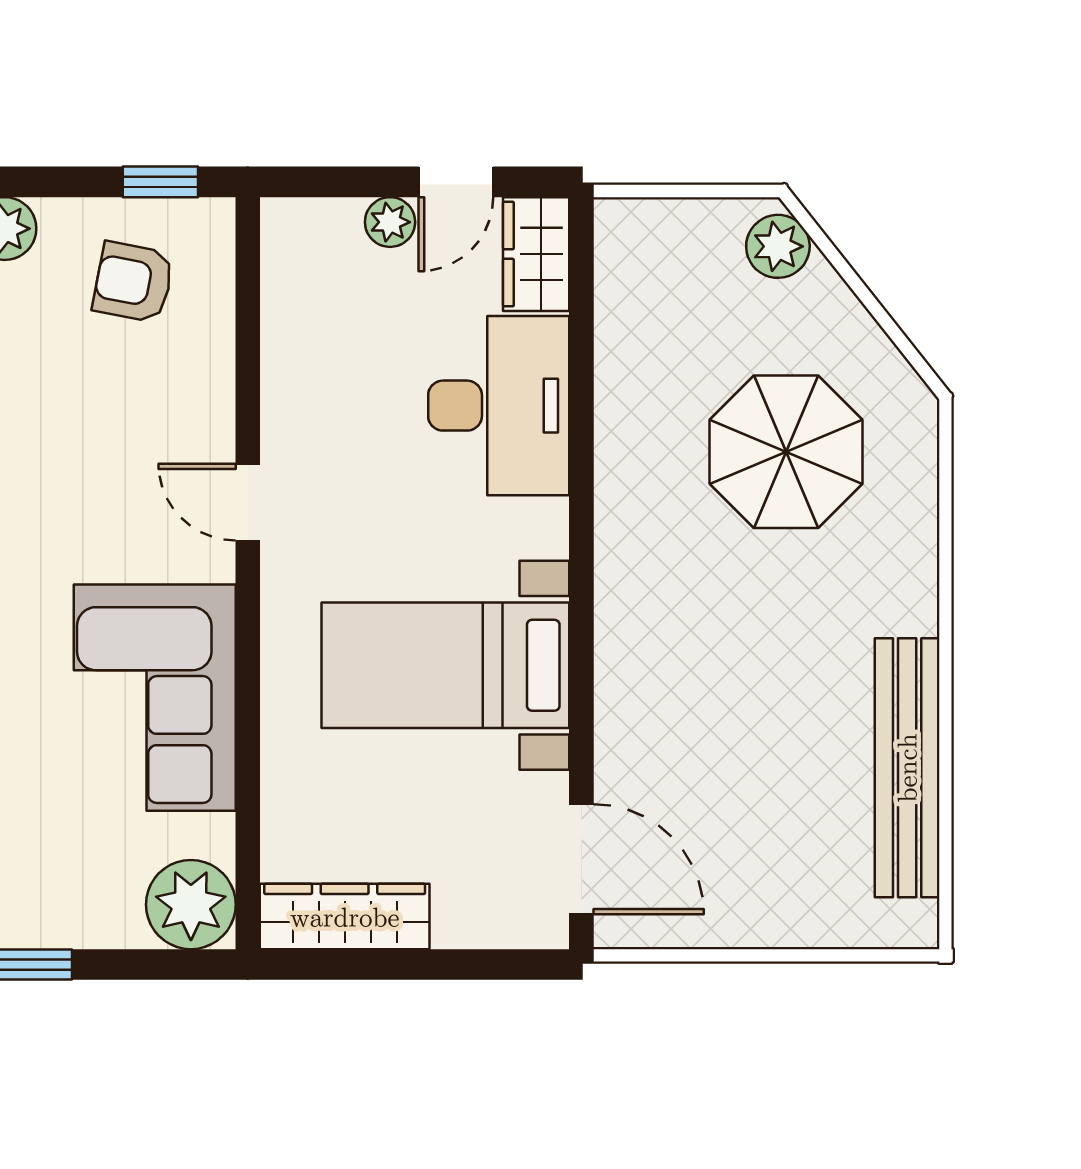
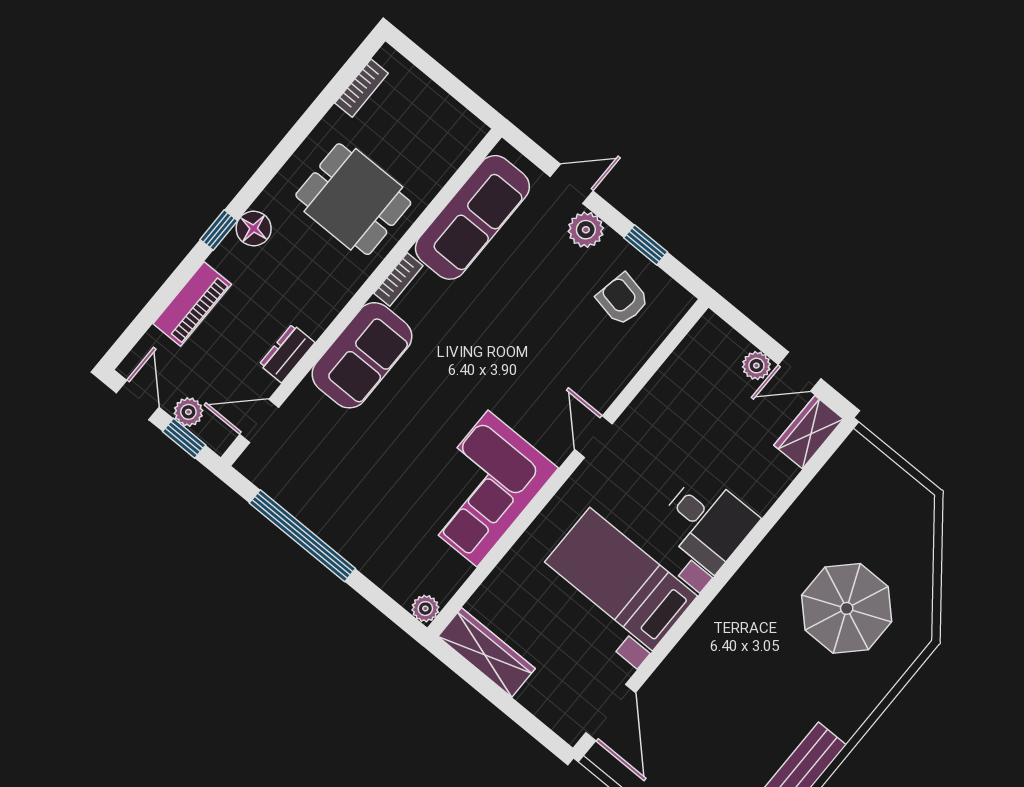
window: (160, 182) -> (646, 245), moved
plant: (778, 246) -> (917, 516), removed
desk: (499, 406) -> (707, 522), moved, width x0.73
plant: (191, 905) -> (425, 609), width x0.53, depth x0.53

